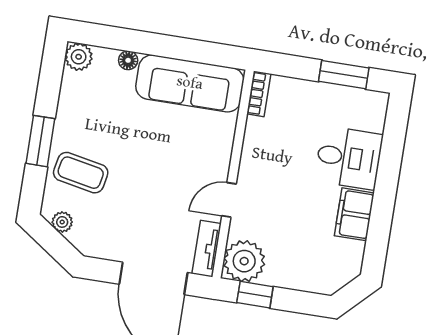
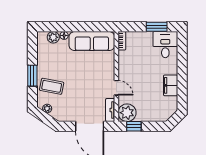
plant: (79, 57) -> (53, 37), moved
desk: (349, 158) -> (165, 45), moved, turned -90
door: (229, 200) -> (116, 88), swing flipped

